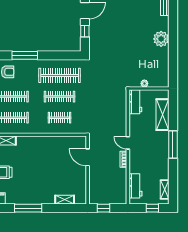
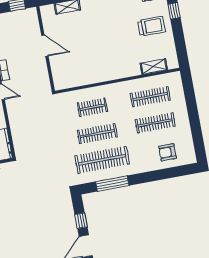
window: (25, 55) -> (112, 184), moved
door: (88, 157) -> (45, 46), moved

